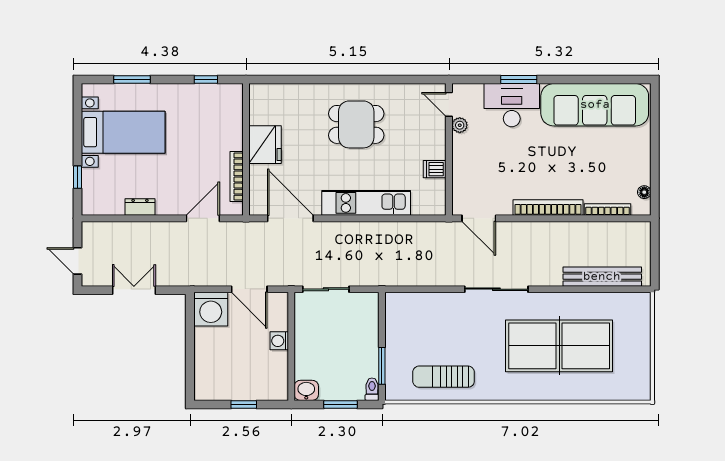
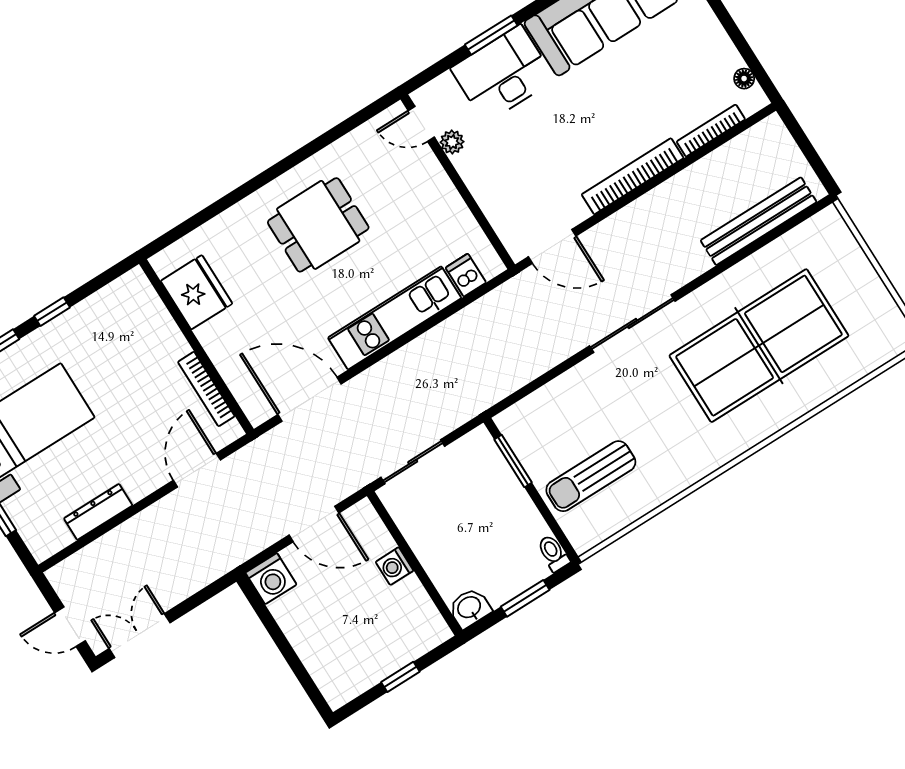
window: (206, 79) -> (52, 312), moved
fridge: (265, 145) -> (197, 292), moved
dishwasher: (435, 169) -> (466, 275), moved, turned 90
dresser: (140, 207) -> (98, 512), width x1.44
double door: (134, 290) -> (140, 636), moved
washing machine: (211, 309) -> (271, 579), width x0.73, depth x0.73
window: (382, 366) -> (513, 461), moved
sun lounger: (444, 377) -> (591, 476), moved

